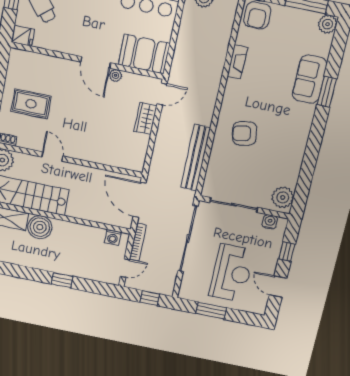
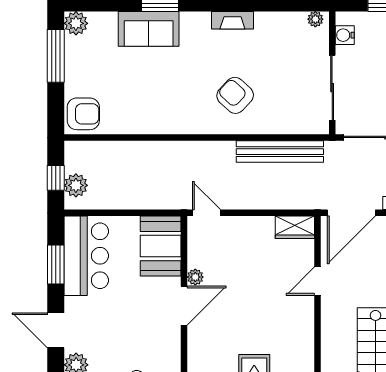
fireplace: (237, 62) -> (232, 20), moved, turned 180
wardrobe: (146, 118) -> (295, 227), moved
armchair: (245, 133) -> (235, 95), turned 144
door: (52, 157) -> (318, 281), moved
plant: (283, 197) -> (315, 19), width x0.53, depth x0.53

